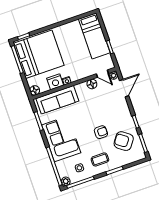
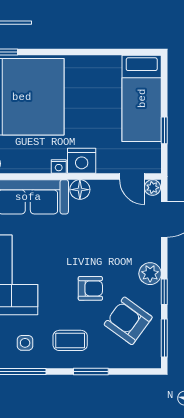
nightstand: (55, 82) -> (82, 161), moved
floor lamp: (92, 84) -> (80, 190), moved
plant: (126, 116) -> (150, 274), added

